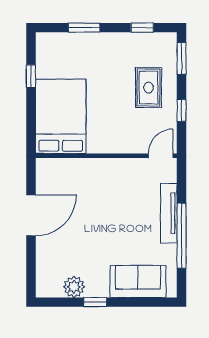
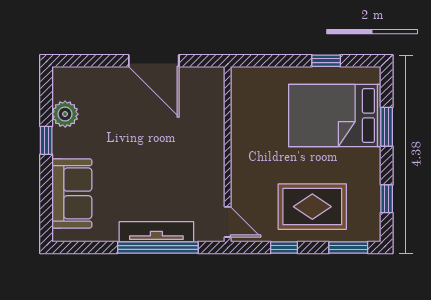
rug: (148, 88) -> (312, 207), width x1.36, depth x1.43
bed: (61, 116) -> (335, 115), moved, turned 180
window: (182, 236) -> (158, 248), moved

